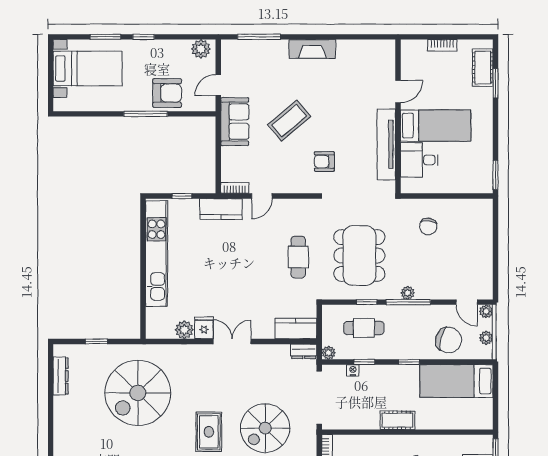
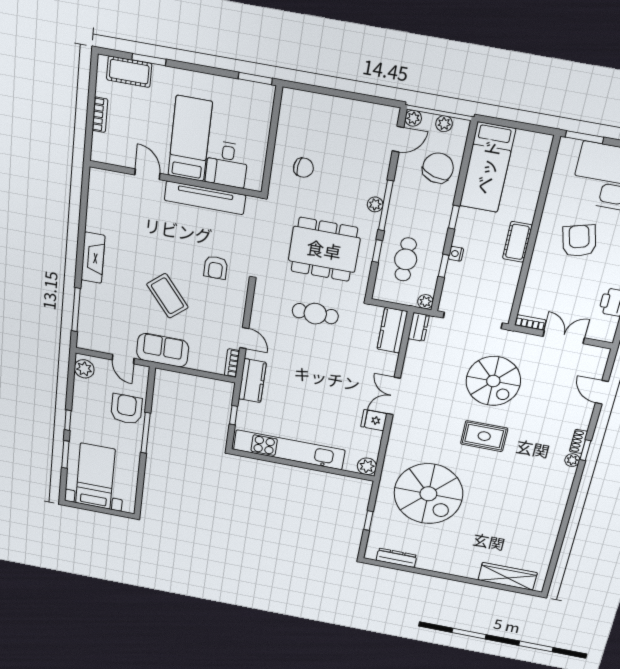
plant: (184, 330) -> (367, 466), moved
nightstand: (353, 370) -> (456, 254), moved

